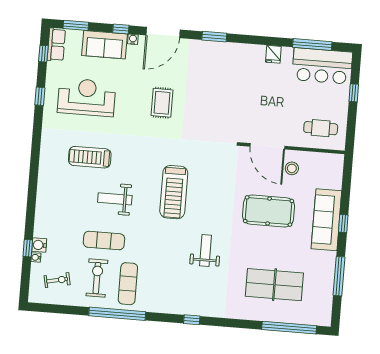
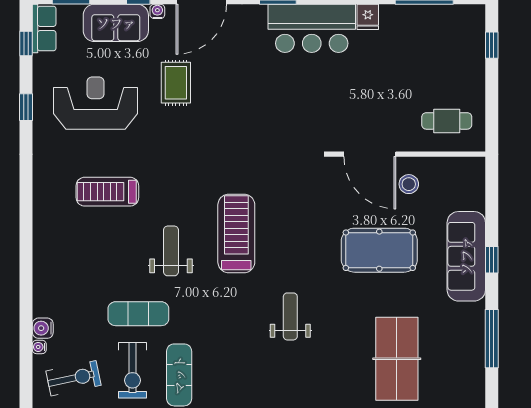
bar counter: (322, 66) -> (312, 28), moved
window: (354, 93) -> (492, 45), moved
rug: (162, 103) -> (176, 83), moved
treadmill: (174, 192) -> (236, 233), turned 180
weight bench: (115, 199) -> (171, 251), moved, turned 90
window: (28, 248) -> (26, 334), removed
exercise bike: (97, 278) -> (132, 370), turned 180
exercise bike: (57, 280) -> (74, 378), width x1.38, depth x1.39
table tennis table: (274, 285) -> (397, 359), turned 90

